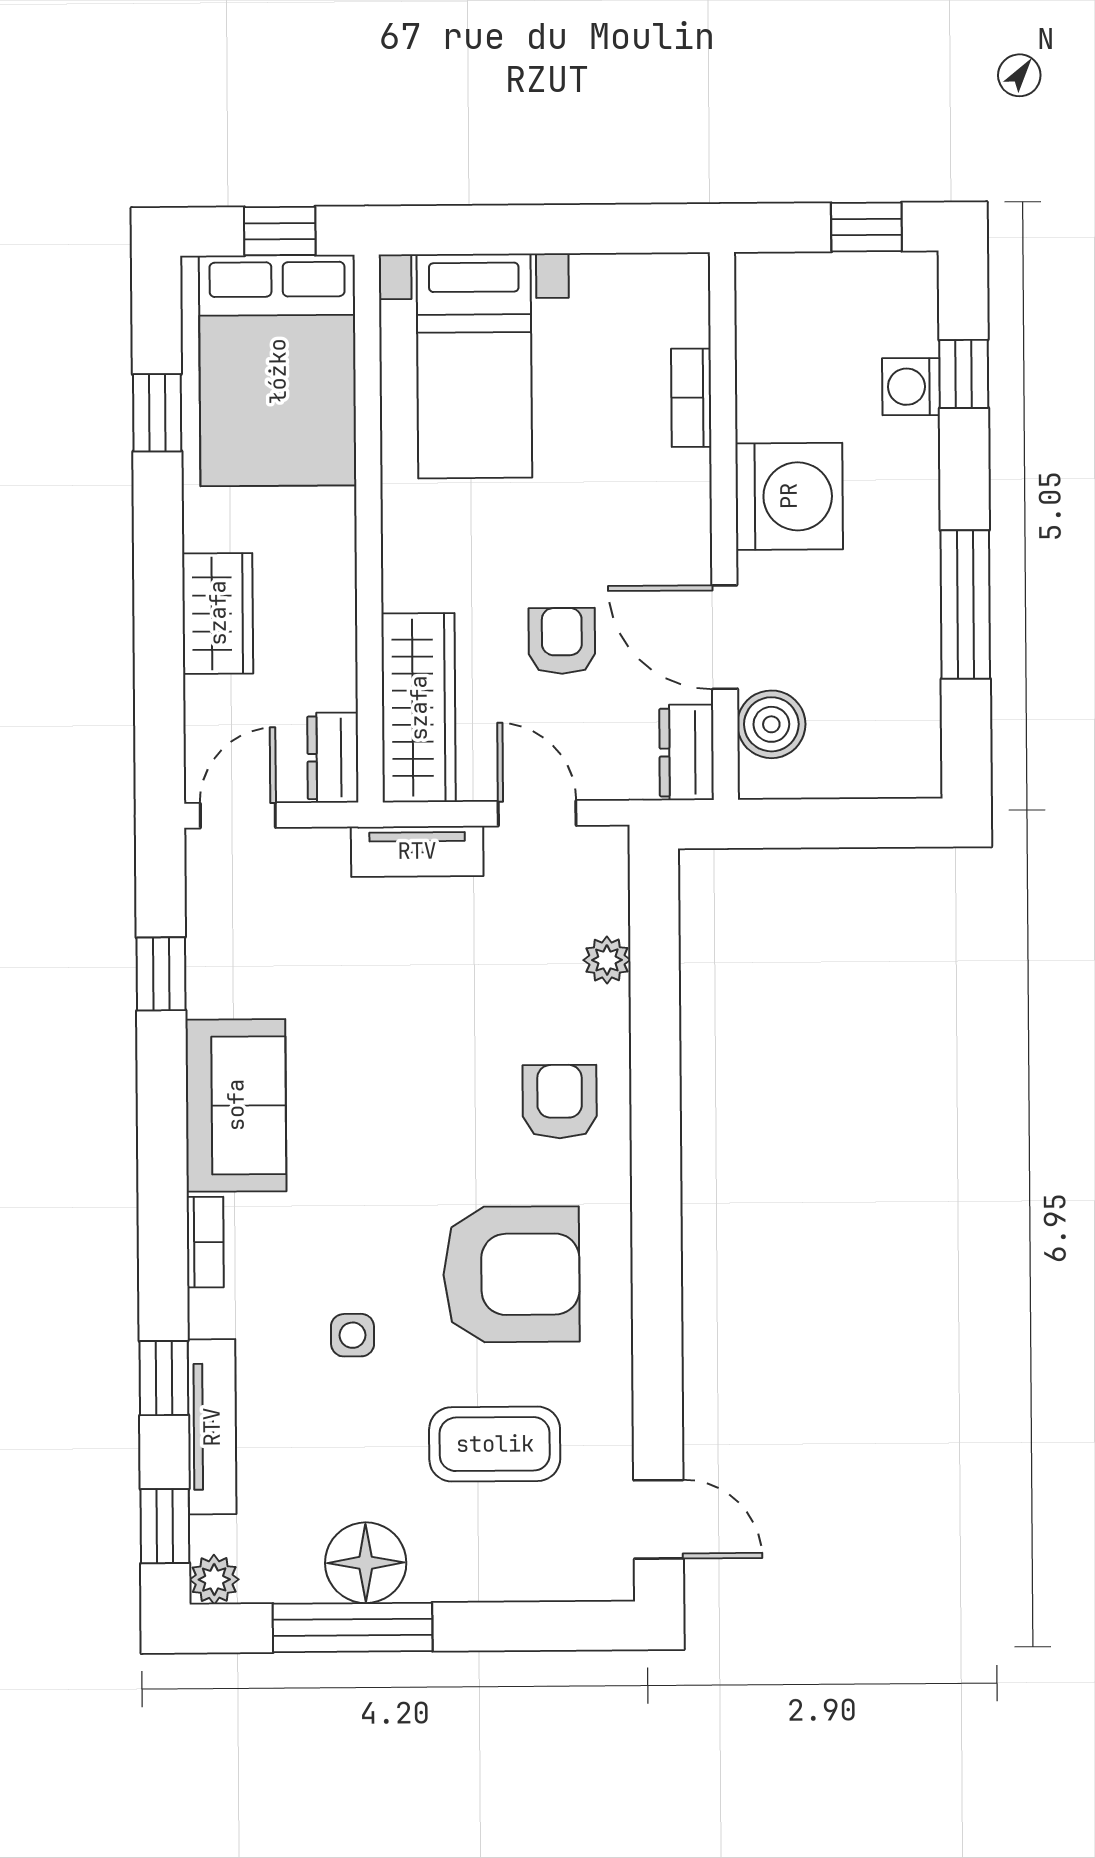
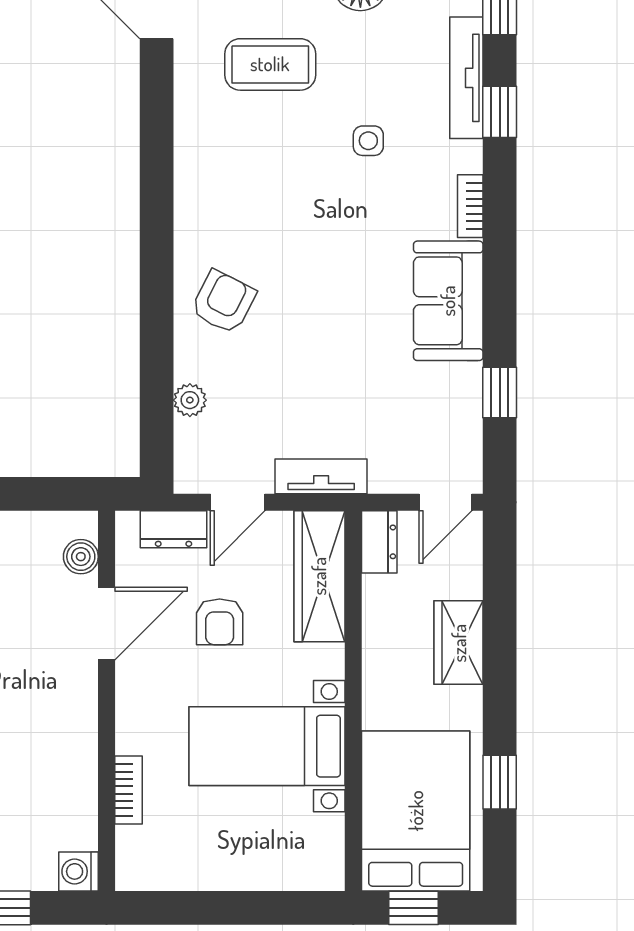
bed with nightstands: (474, 366) -> (267, 746), moved, turned -90
washing machine: (789, 496) -> (79, 871), moved, width x0.53, depth x0.53
door: (725, 637) -> (107, 624), hinge flipped
boiler: (771, 724) -> (81, 557), width x0.73, depth x0.73
dresser: (687, 752) -> (174, 529), moved, turned 90
door: (537, 813) -> (238, 502), hinge flipped
armchair: (560, 1102) -> (223, 302), turned -153
armchair: (511, 1274) -> (258, 182), removed

